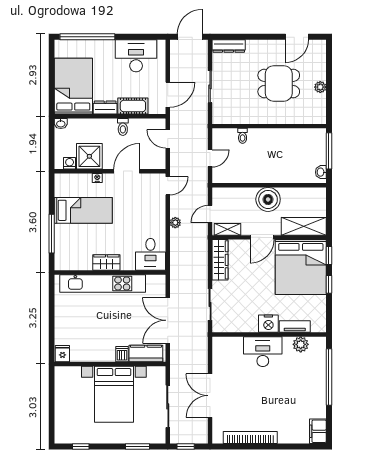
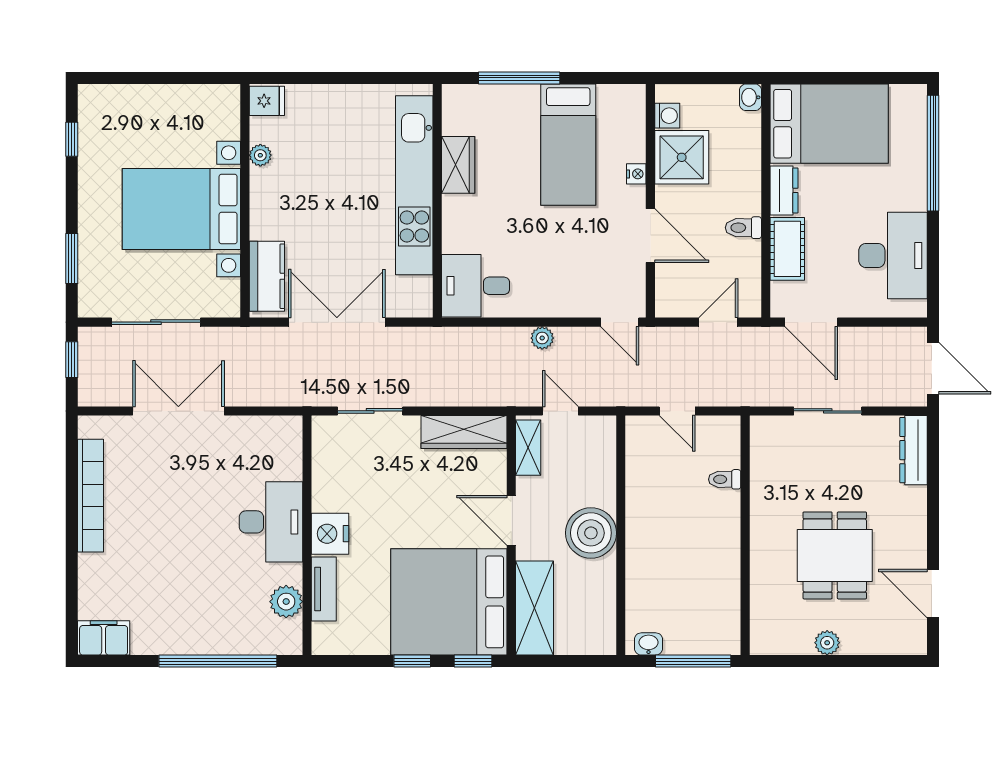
wardrobe: (106, 263) -> (458, 165), moved
dishwasher: (122, 354) -> (266, 226), removed
plant: (88, 357) -> (260, 155), added

